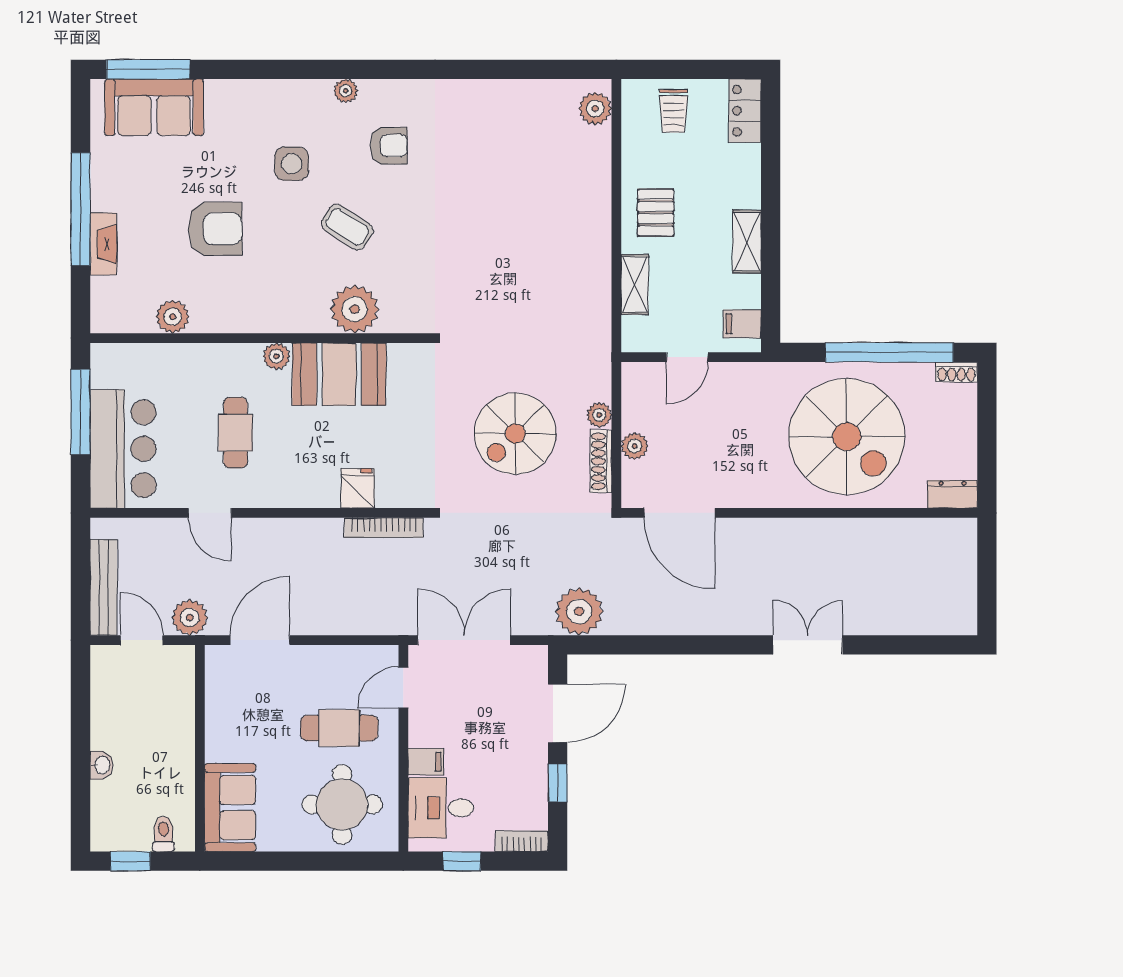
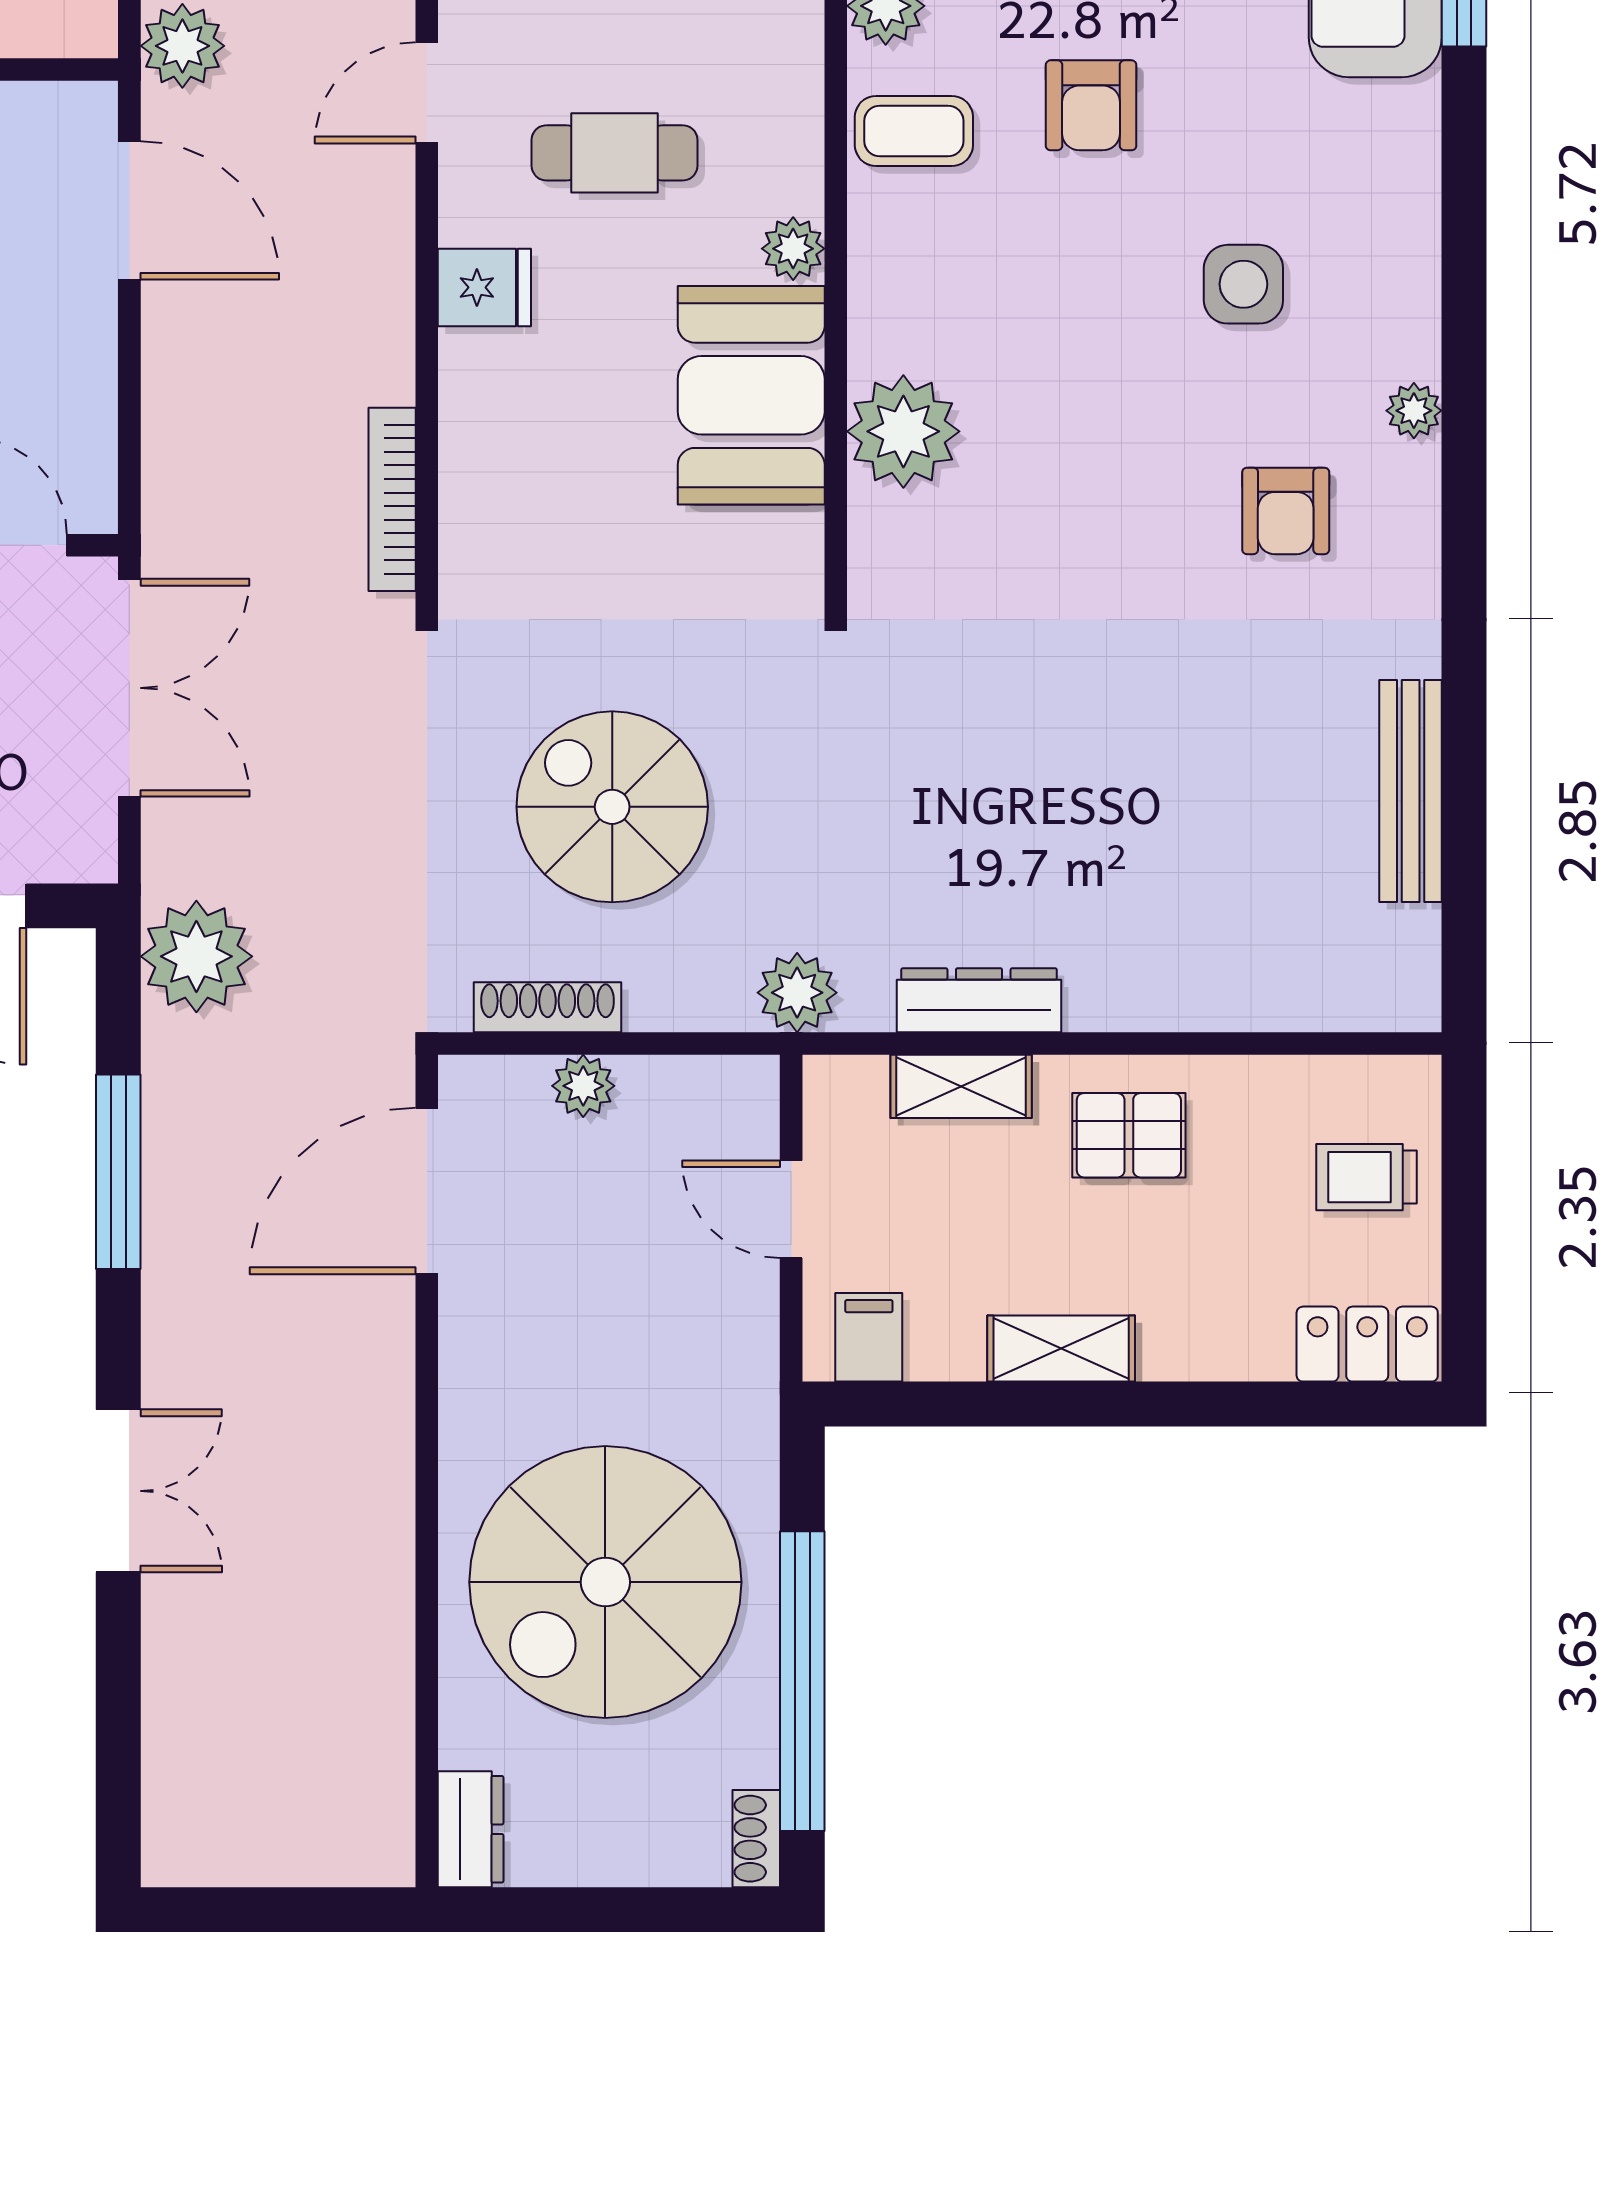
bench: (508, 92) -> (1411, 791), added
plant: (595, 109) -> (1372, 994), removed
coffee table: (347, 227) -> (914, 131), moved, turned 57
armchair: (215, 229) -> (1091, 105), width x0.72, depth x0.72
dresser: (598, 277) -> (979, 1000), added
plant: (599, 415) -> (797, 993), moved, width x1.38, depth x1.38
fridge: (358, 488) -> (484, 287), moved
window: (671, 645) -> (118, 1172), added

